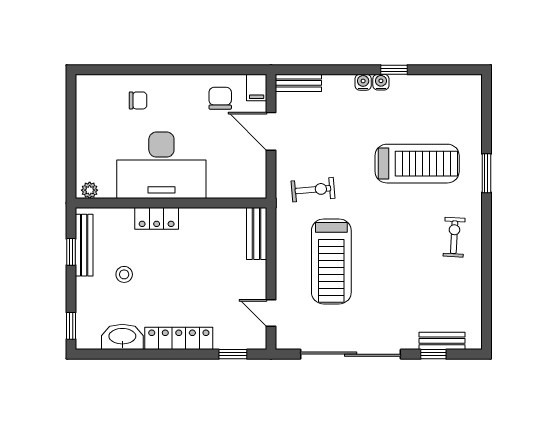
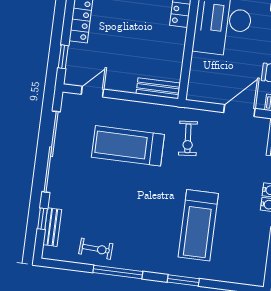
exercise bike: (454, 237) -> (96, 249), moved
window: (486, 254) -> (118, 272), added

